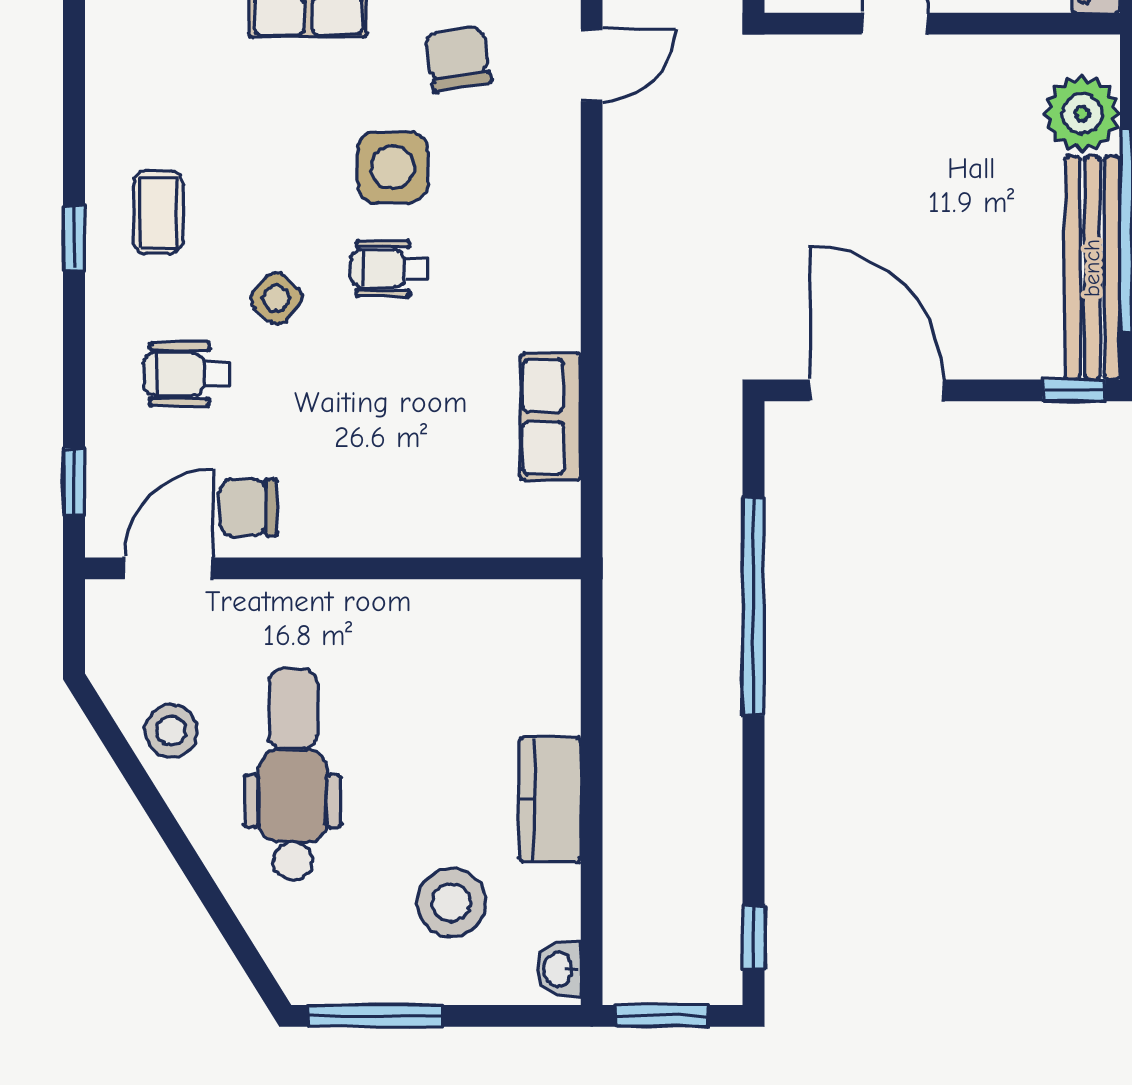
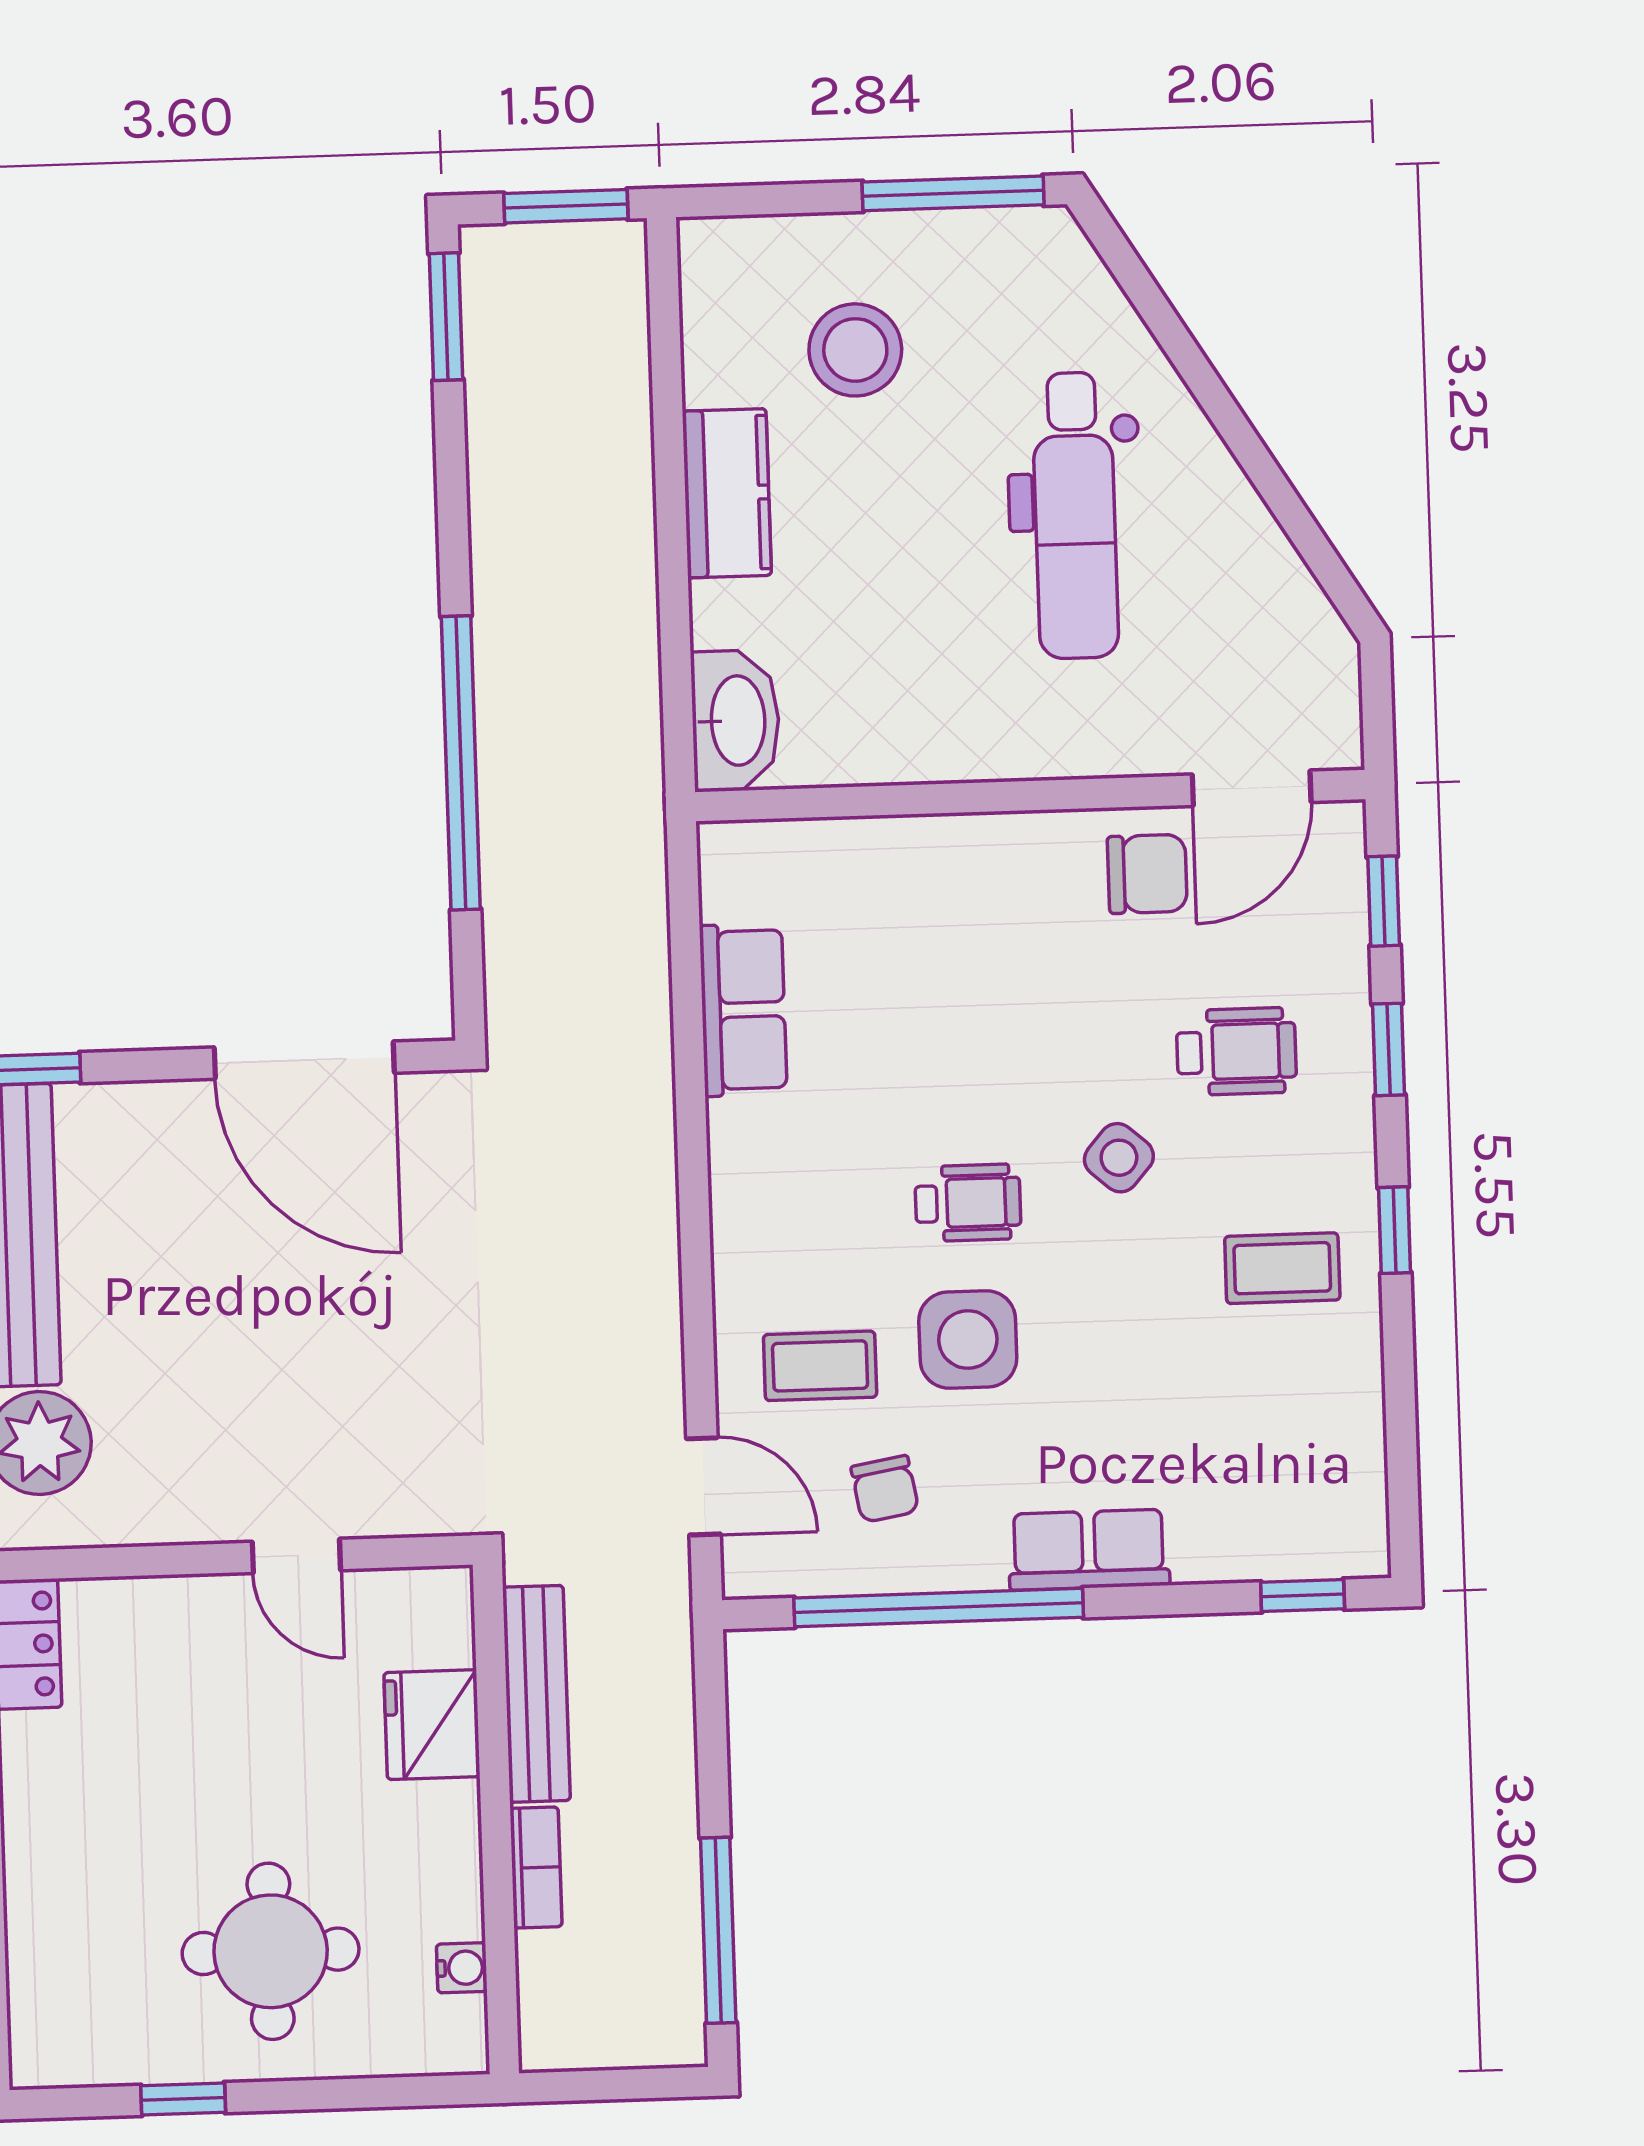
chair: (458, 59) -> (885, 1489), width x0.73, depth x0.73
door: (592, 65) -> (703, 1486), swing flipped
coffee table: (502, 151) -> (820, 1366), added
coffee table: (158, 212) -> (1282, 1268), turned 90
window: (74, 372) -> (1389, 1049), added
stool: (171, 731) -> (1242, 569), removed
window: (753, 937) -> (446, 317), width x1.50
washbasin: (559, 969) -> (735, 721), moved, width x1.91, depth x1.45

